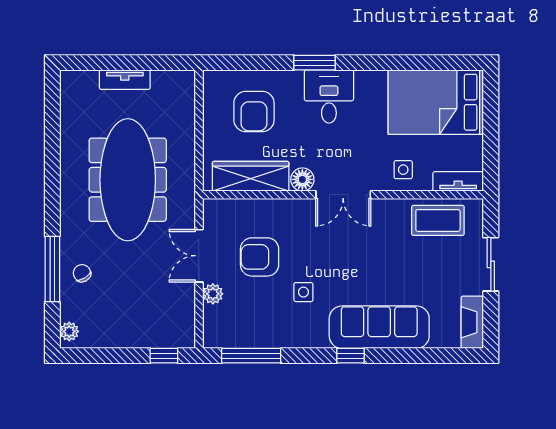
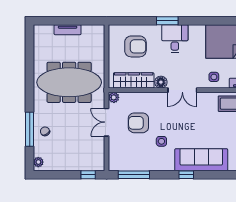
armchair: (254, 112) -> (135, 46), turned -90
meeting table: (128, 180) -> (69, 82), turned 90
plant: (213, 294) -> (114, 97), moved

